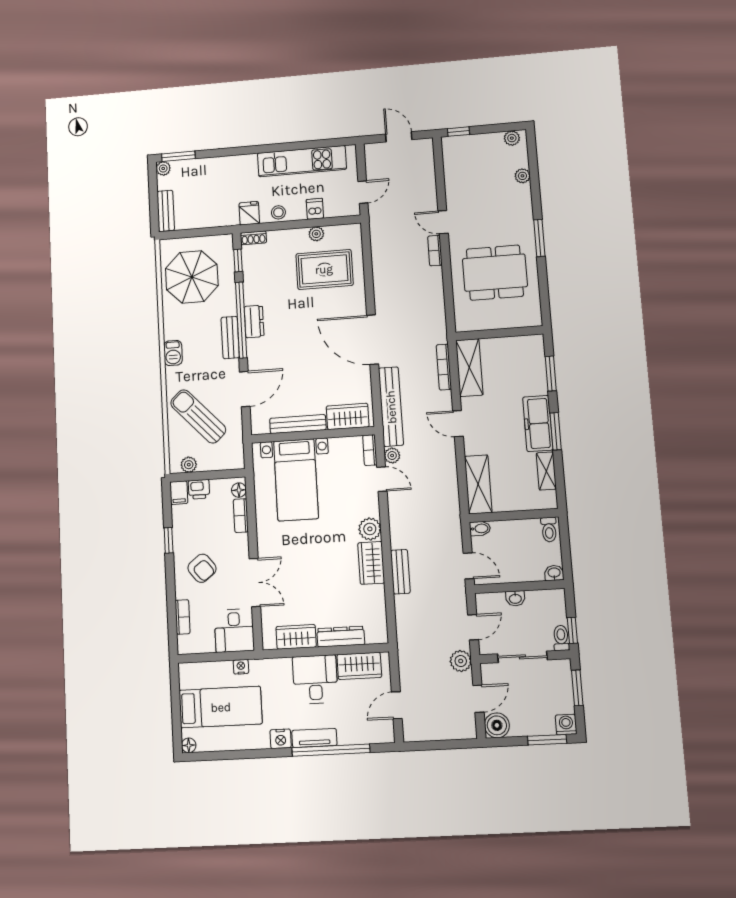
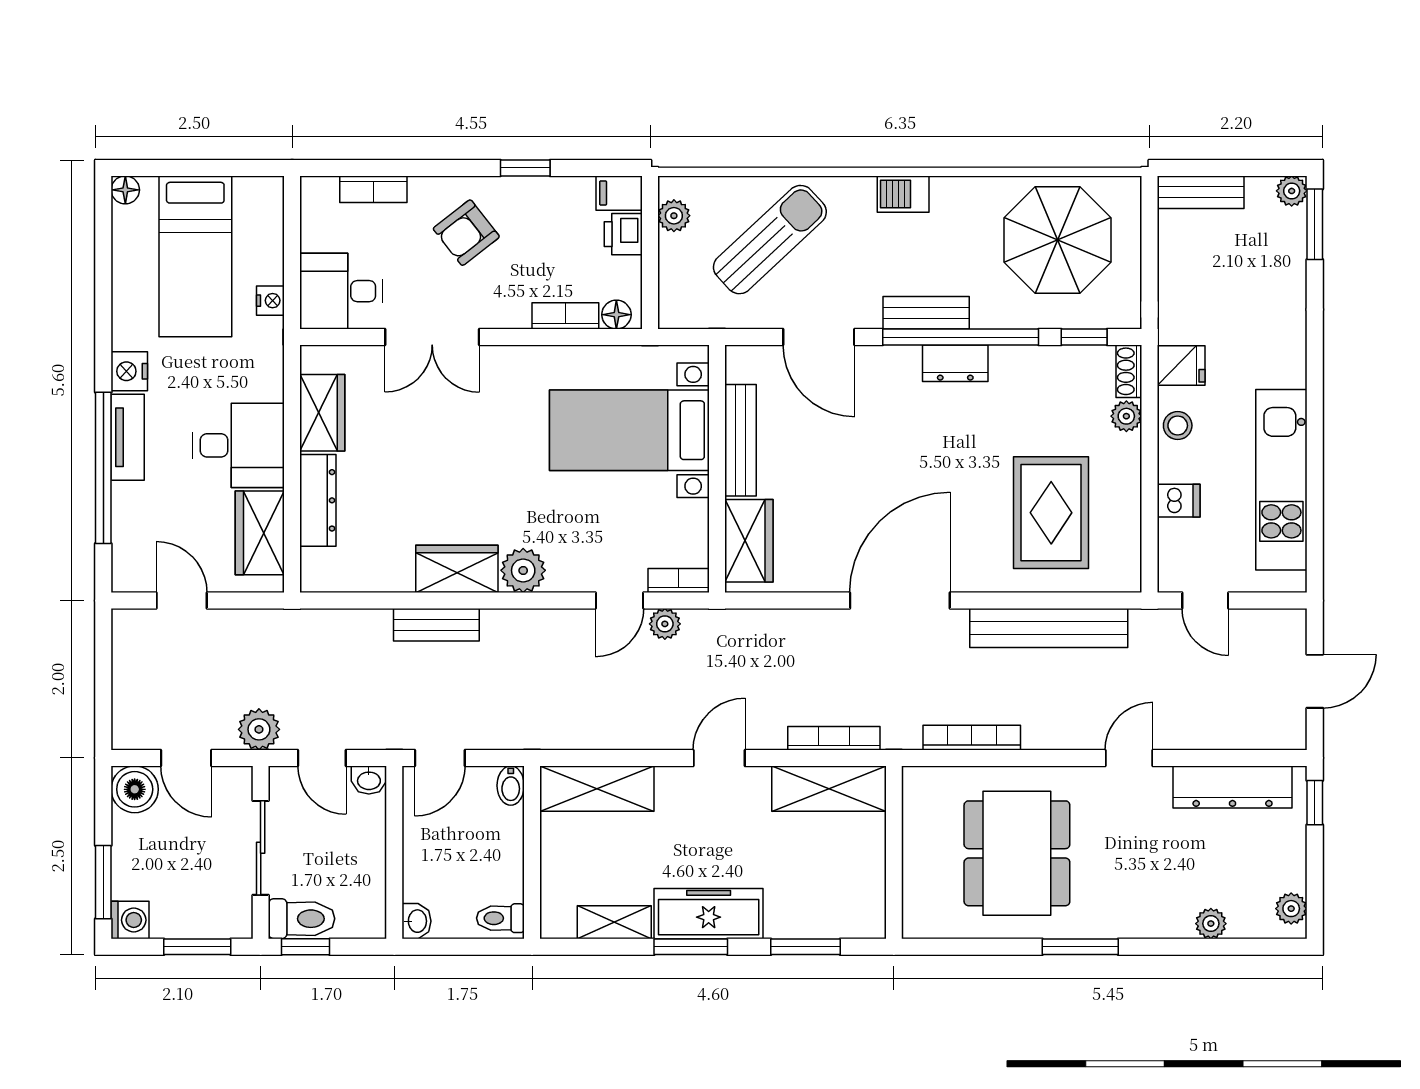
dresser: (454, 171) -> (1233, 787), added
plant: (316, 234) -> (1126, 416), moved
bookcase: (435, 251) -> (972, 738), moved, width x1.56
bench: (391, 407) -> (1049, 628), moved
washbasin: (515, 598) -> (369, 780), moved, turned -90
toilet: (561, 638) -> (302, 919), width x1.37, depth x1.39

